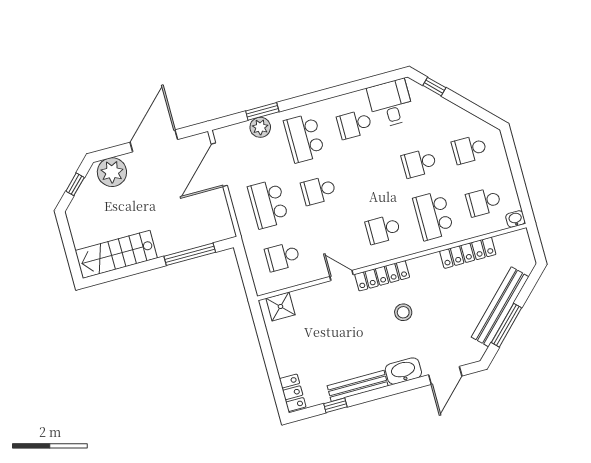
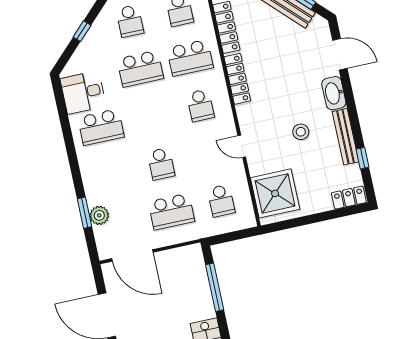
window: (434, 87) -> (82, 31), moved
school desk: (355, 124) -> (101, 127), width x1.85
school desk: (304, 138) -> (111, 175), removed
school desk: (419, 163) -> (140, 69), width x1.85
door: (342, 276) -> (242, 146), hinge flipped
locker: (382, 276) -> (237, 79), moved
shower: (280, 306) -> (275, 193), width x1.86, depth x1.86
stool: (403, 312) -> (301, 132), moved

